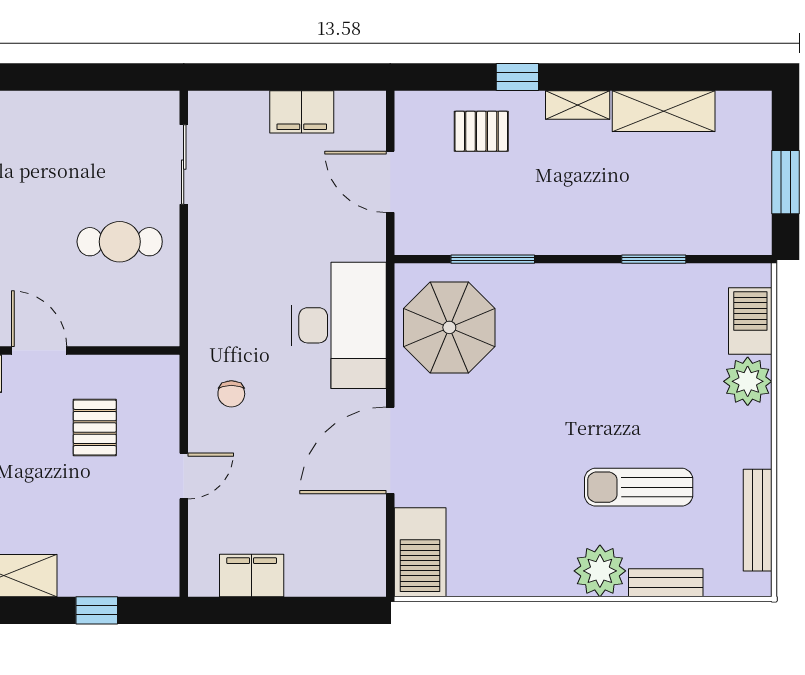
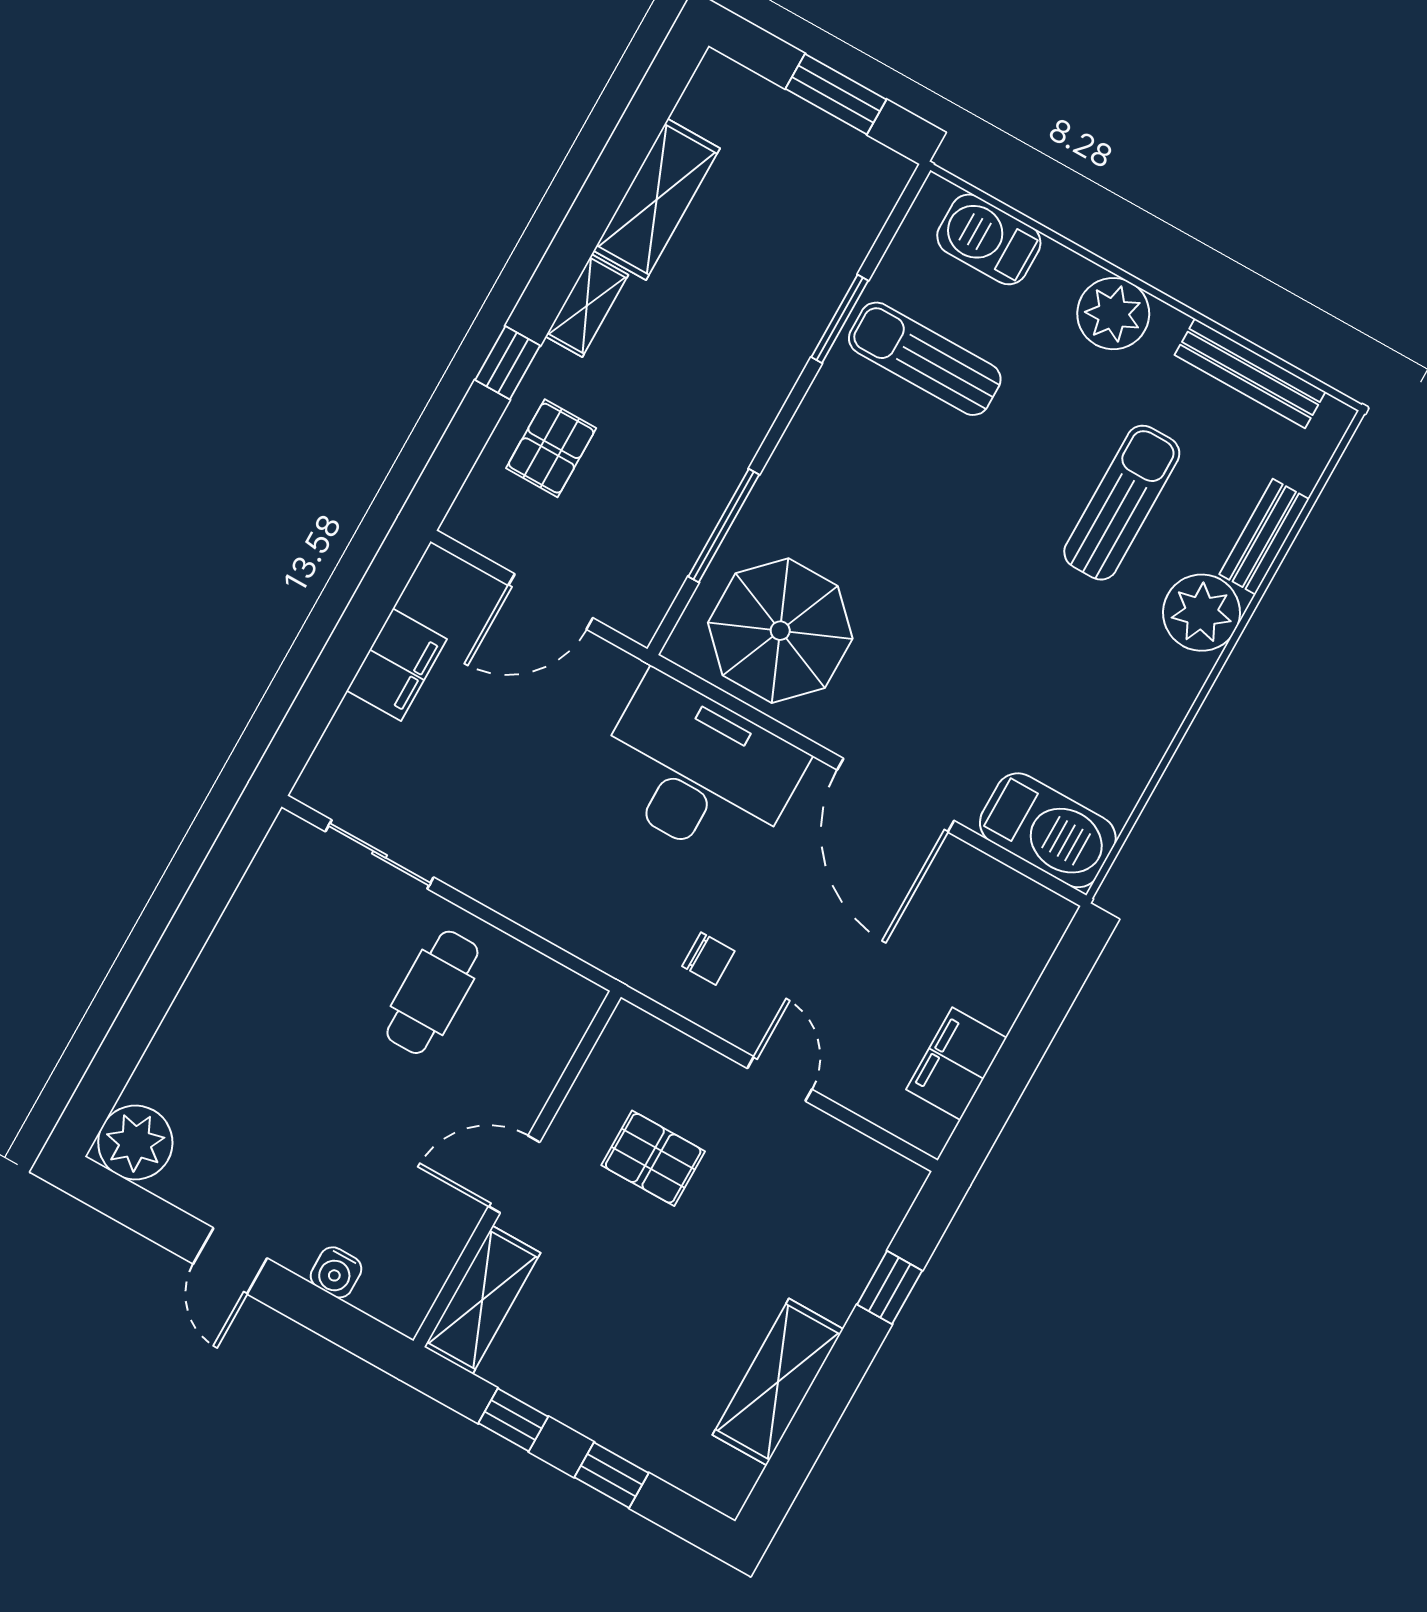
sun lounger: (658, 323) -> (925, 359), added
plant: (748, 381) -> (1113, 314), moved
sun lounger: (639, 487) -> (1122, 503), turned 180

